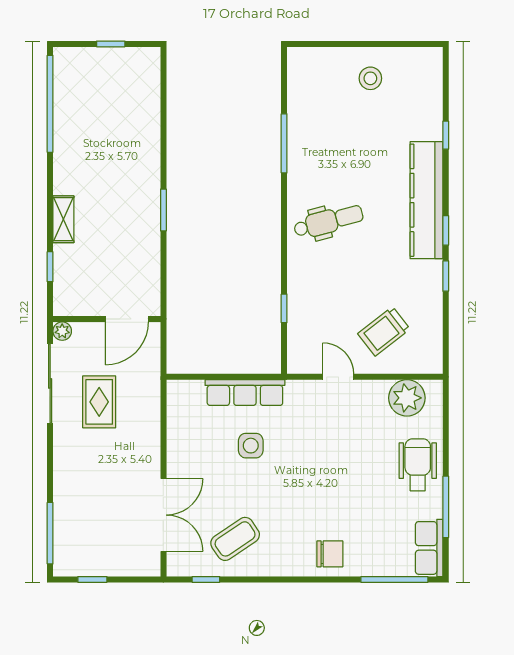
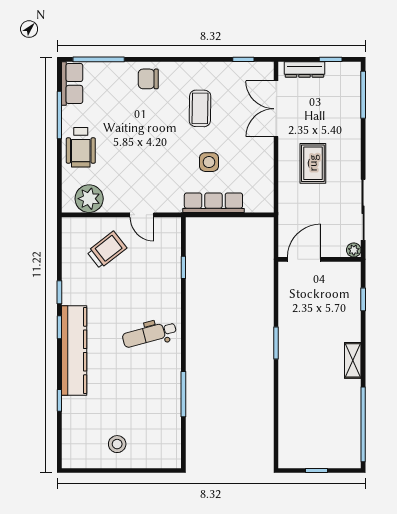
shelving: (63, 219) -> (353, 360), moved
rug: (99, 402) -> (313, 163), moved
coffee table: (235, 539) -> (200, 108), moved, turned -55
dresser: (126, 566) -> (304, 69), added

